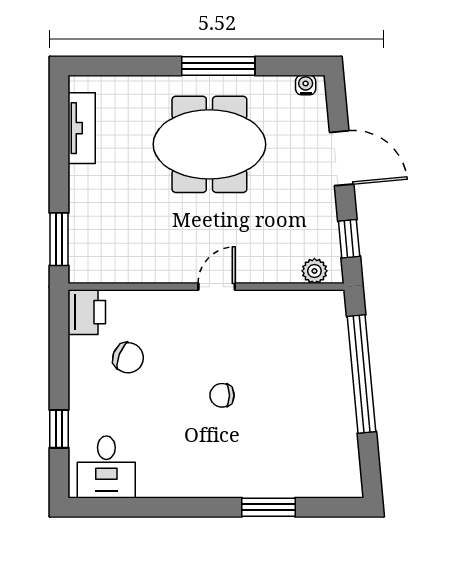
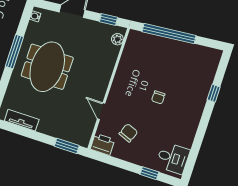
door: (217, 287) -> (101, 111), moved
window: (269, 507) -> (214, 93), width x0.67

